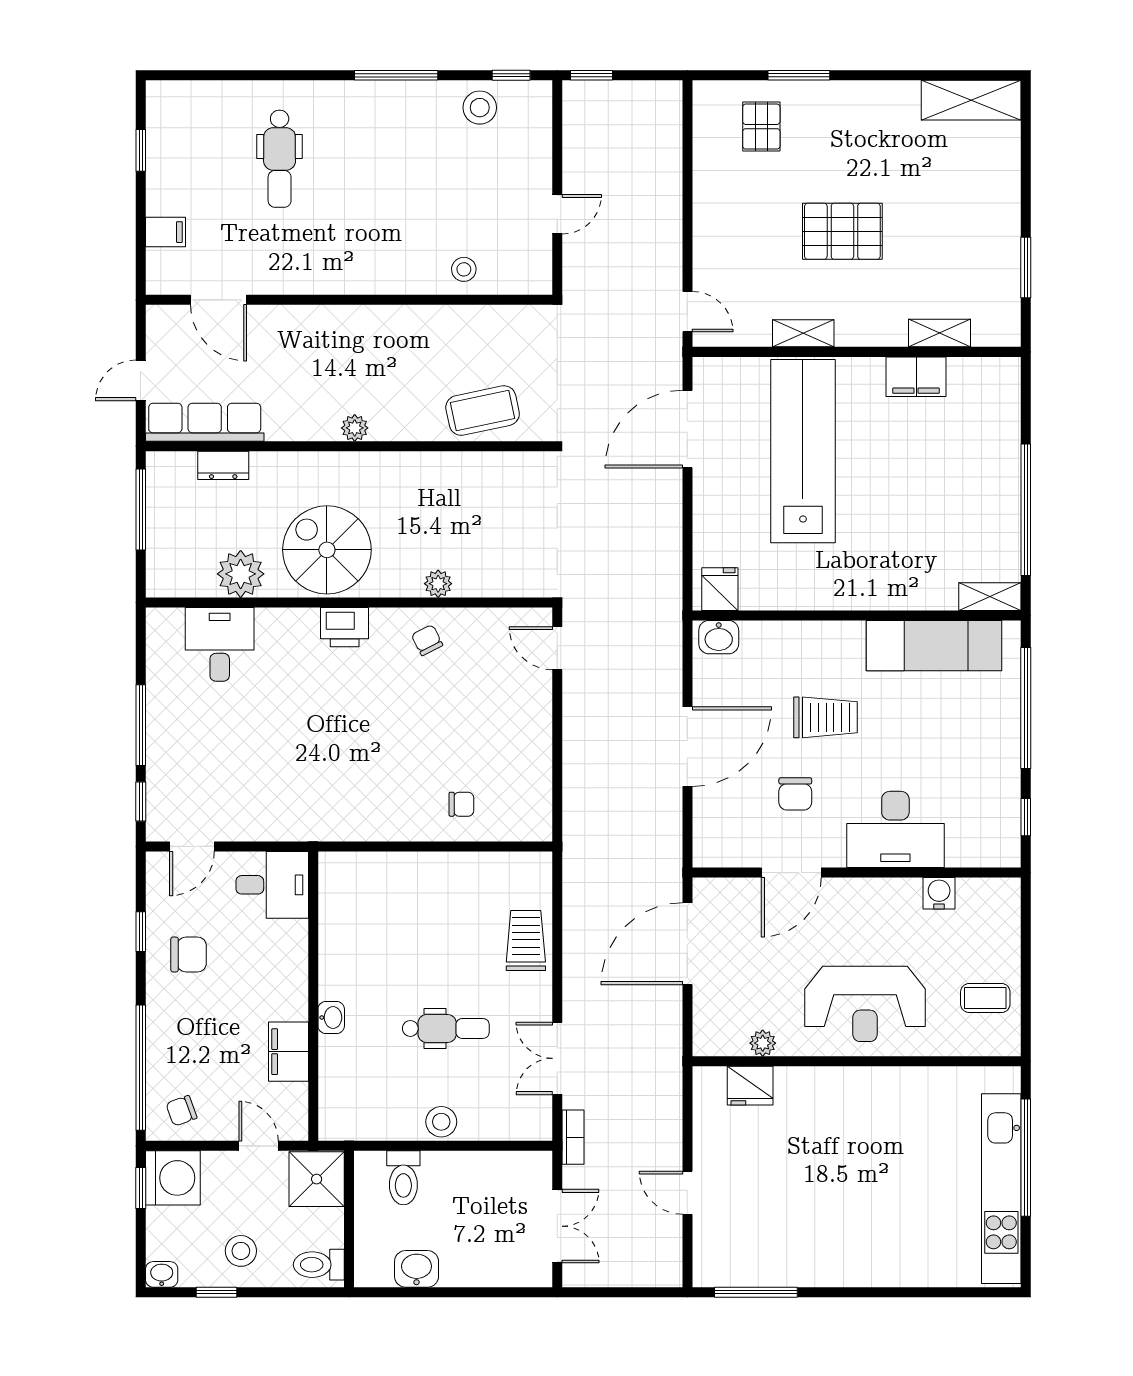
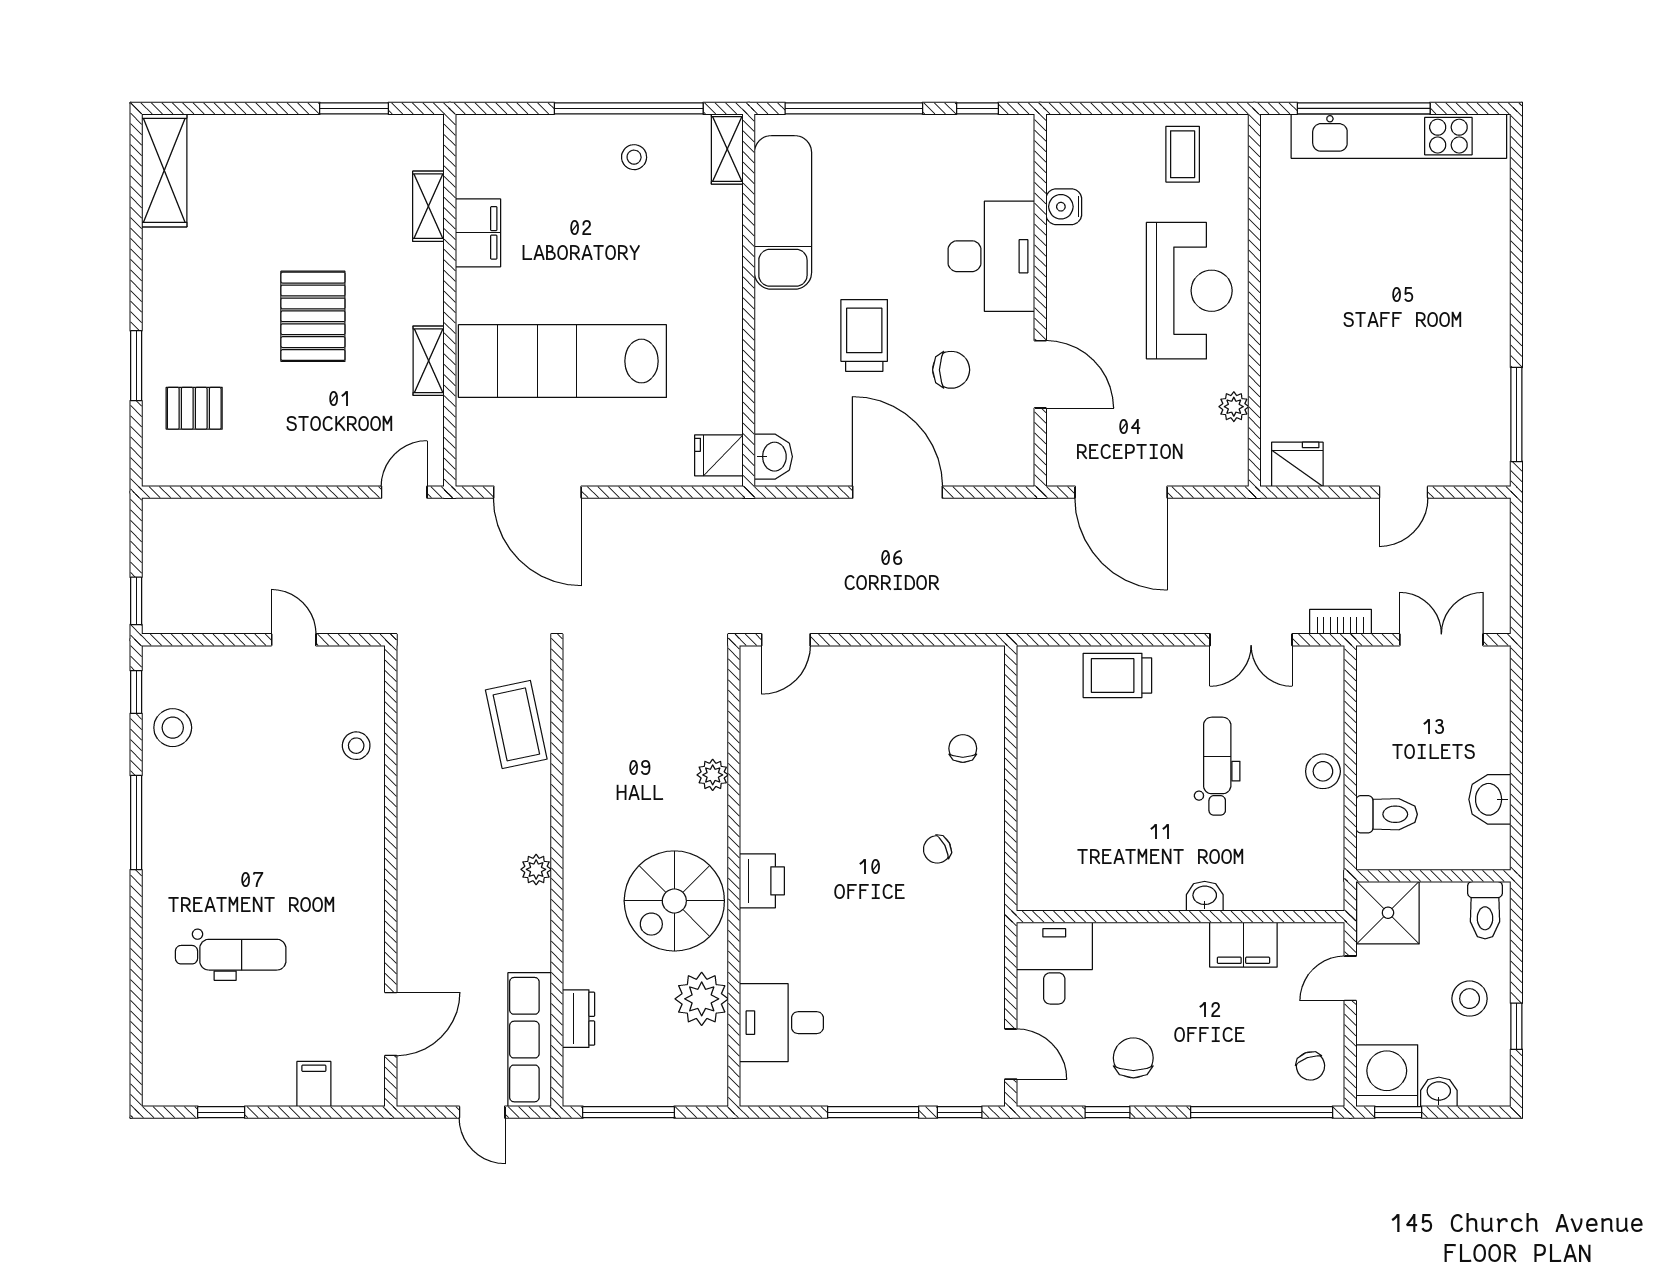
stool: (983, 514) -> (634, 157), added
chair: (427, 640) -> (937, 849), moved
fridge: (750, 1086) -> (1297, 464), moved, turned -90
washbasin: (162, 1274) -> (1439, 1092), moved, turned 90

